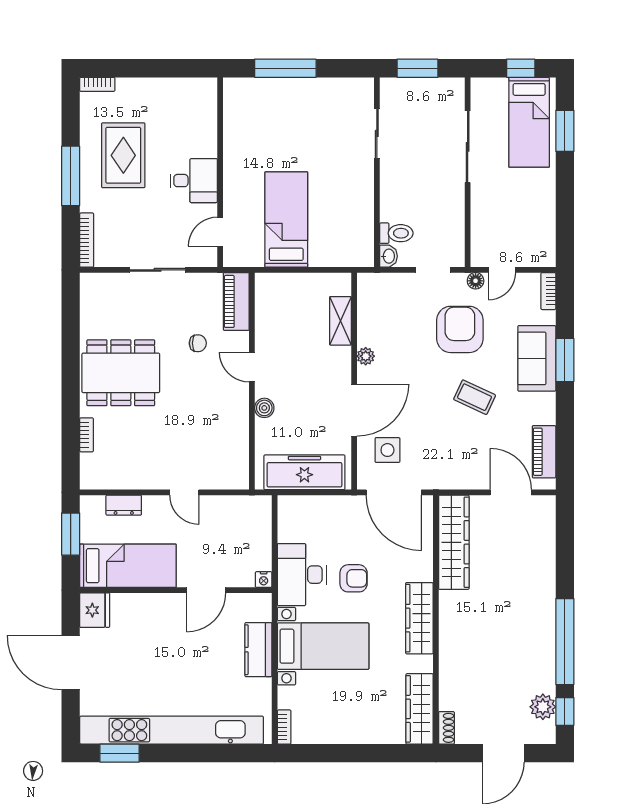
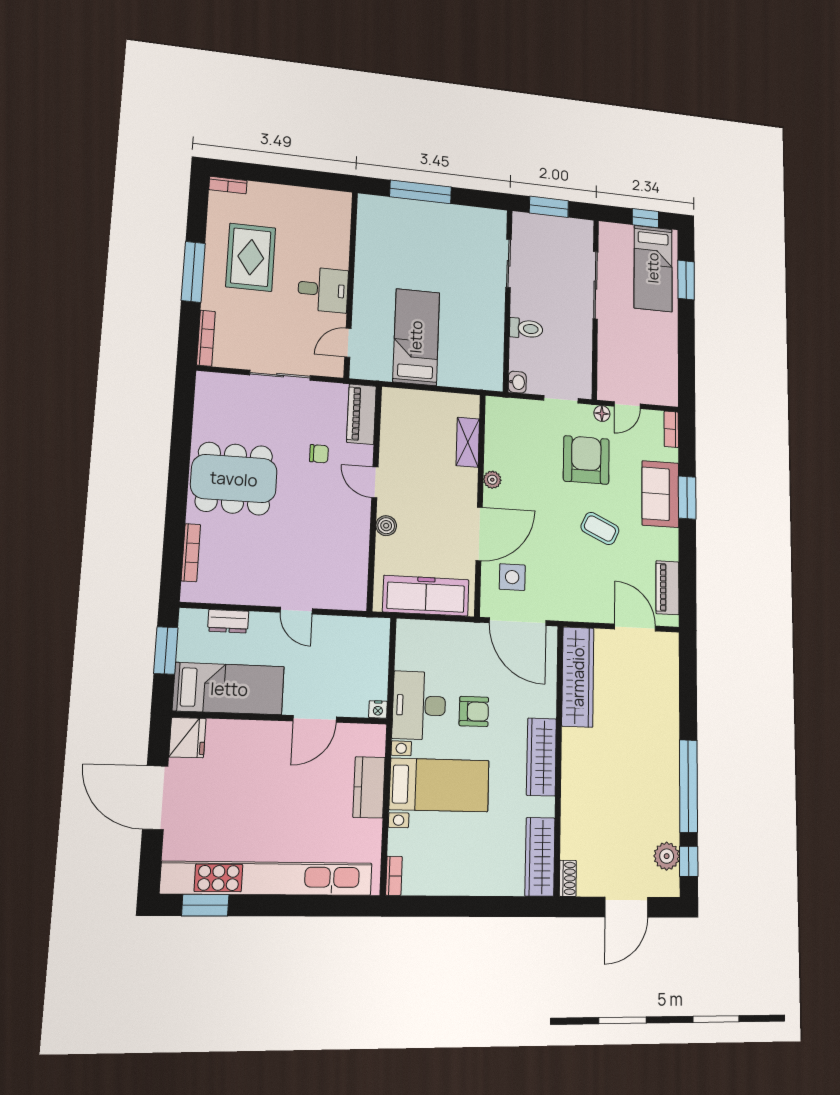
toilet: (396, 233) -> (526, 329), moved
bookcase: (87, 435) -> (191, 553), width x1.56

